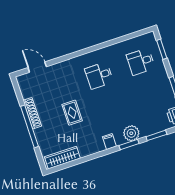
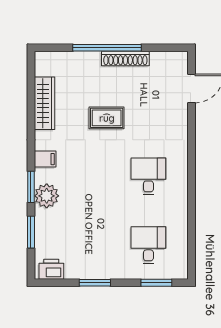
wardrobe: (62, 158) -> (44, 103), moved

